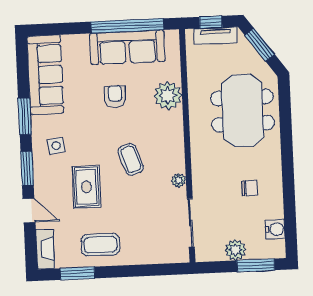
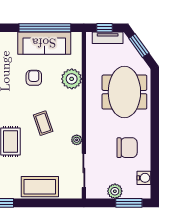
chair: (250, 188) -> (127, 148), width x1.87, depth x1.87
coffee table: (100, 245) -> (40, 187), moved, width x1.36, depth x1.32

